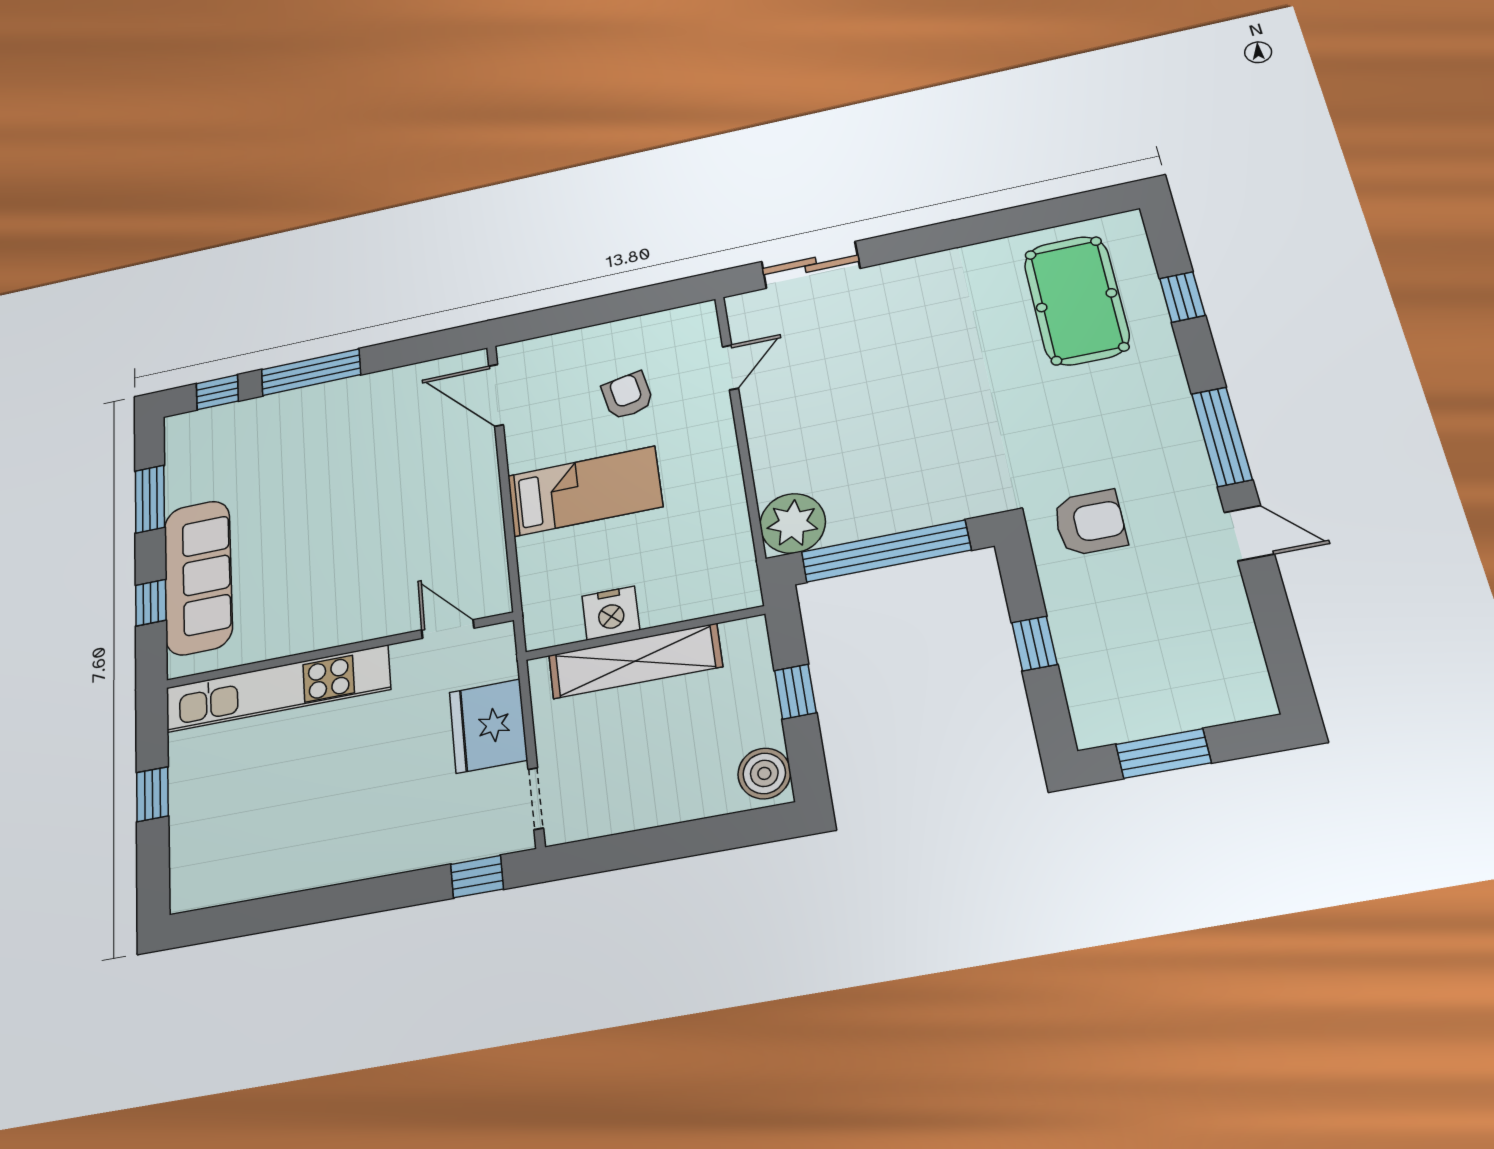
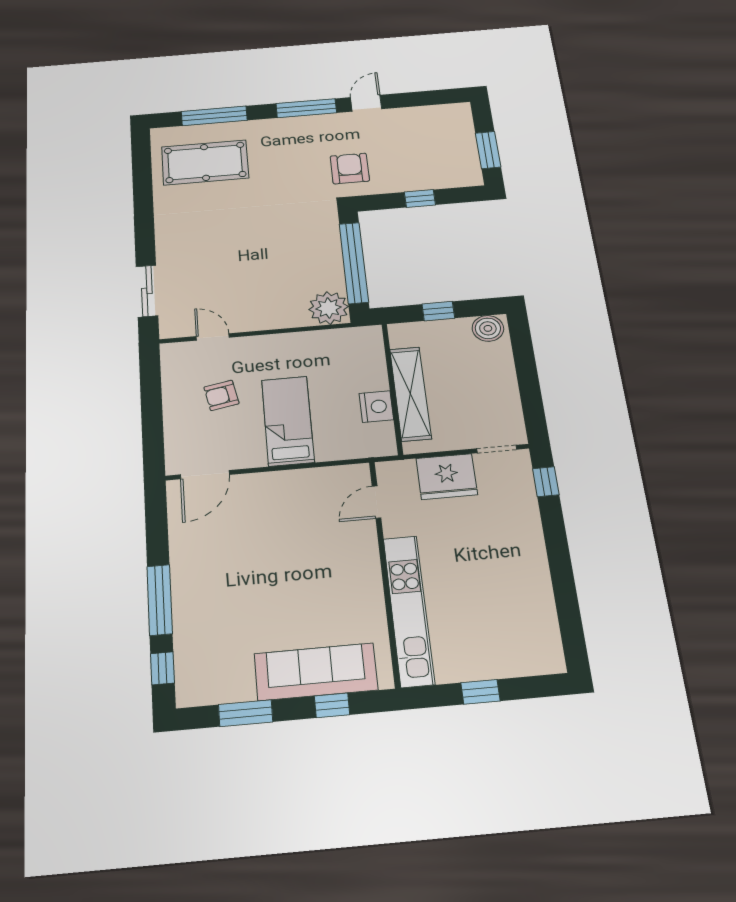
window: (1182, 297) -> (214, 116), width x2.17

